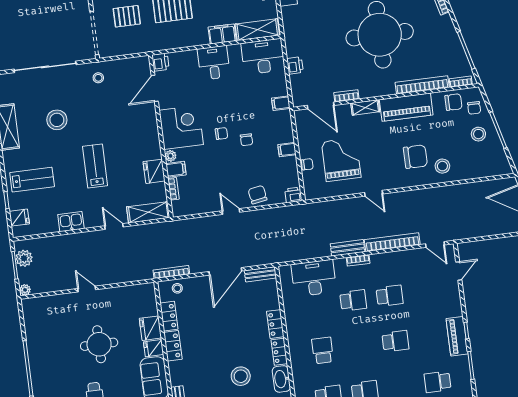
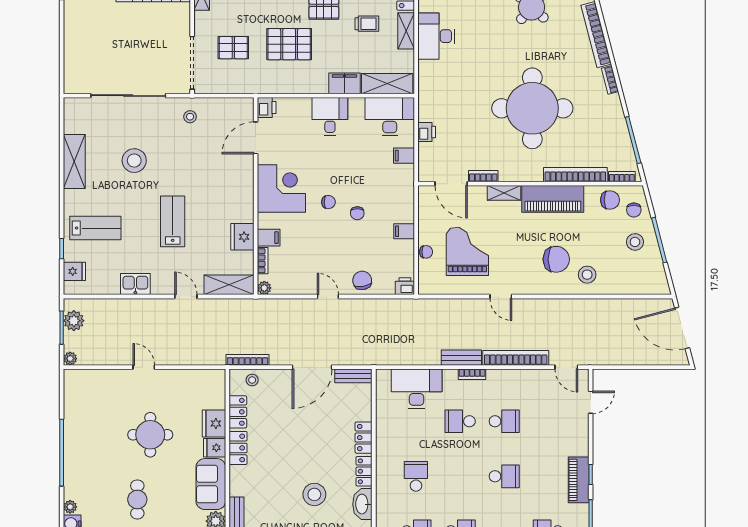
filing cabinet: (281, 103) -> (404, 156), moved
plant: (171, 156) -> (264, 288), moved
school desk: (353, 300) -> (460, 421), turned 180

